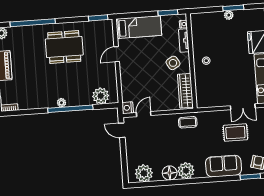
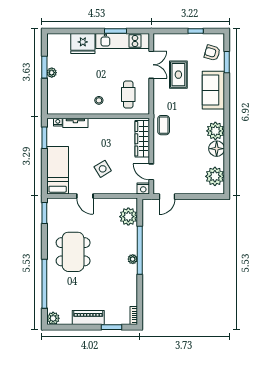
side table: (173, 63) -> (103, 169), moved
cafe table: (214, 88) -> (128, 95), added
wardrobe: (185, 91) -> (142, 139), moved, turned 90

